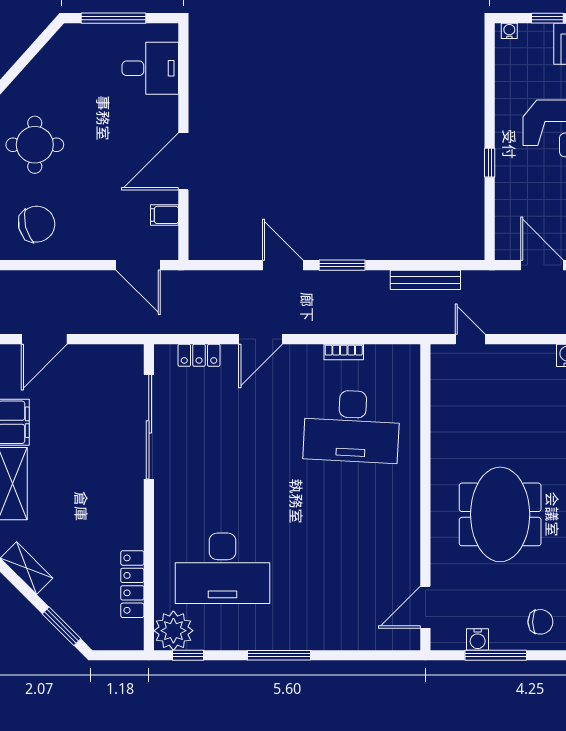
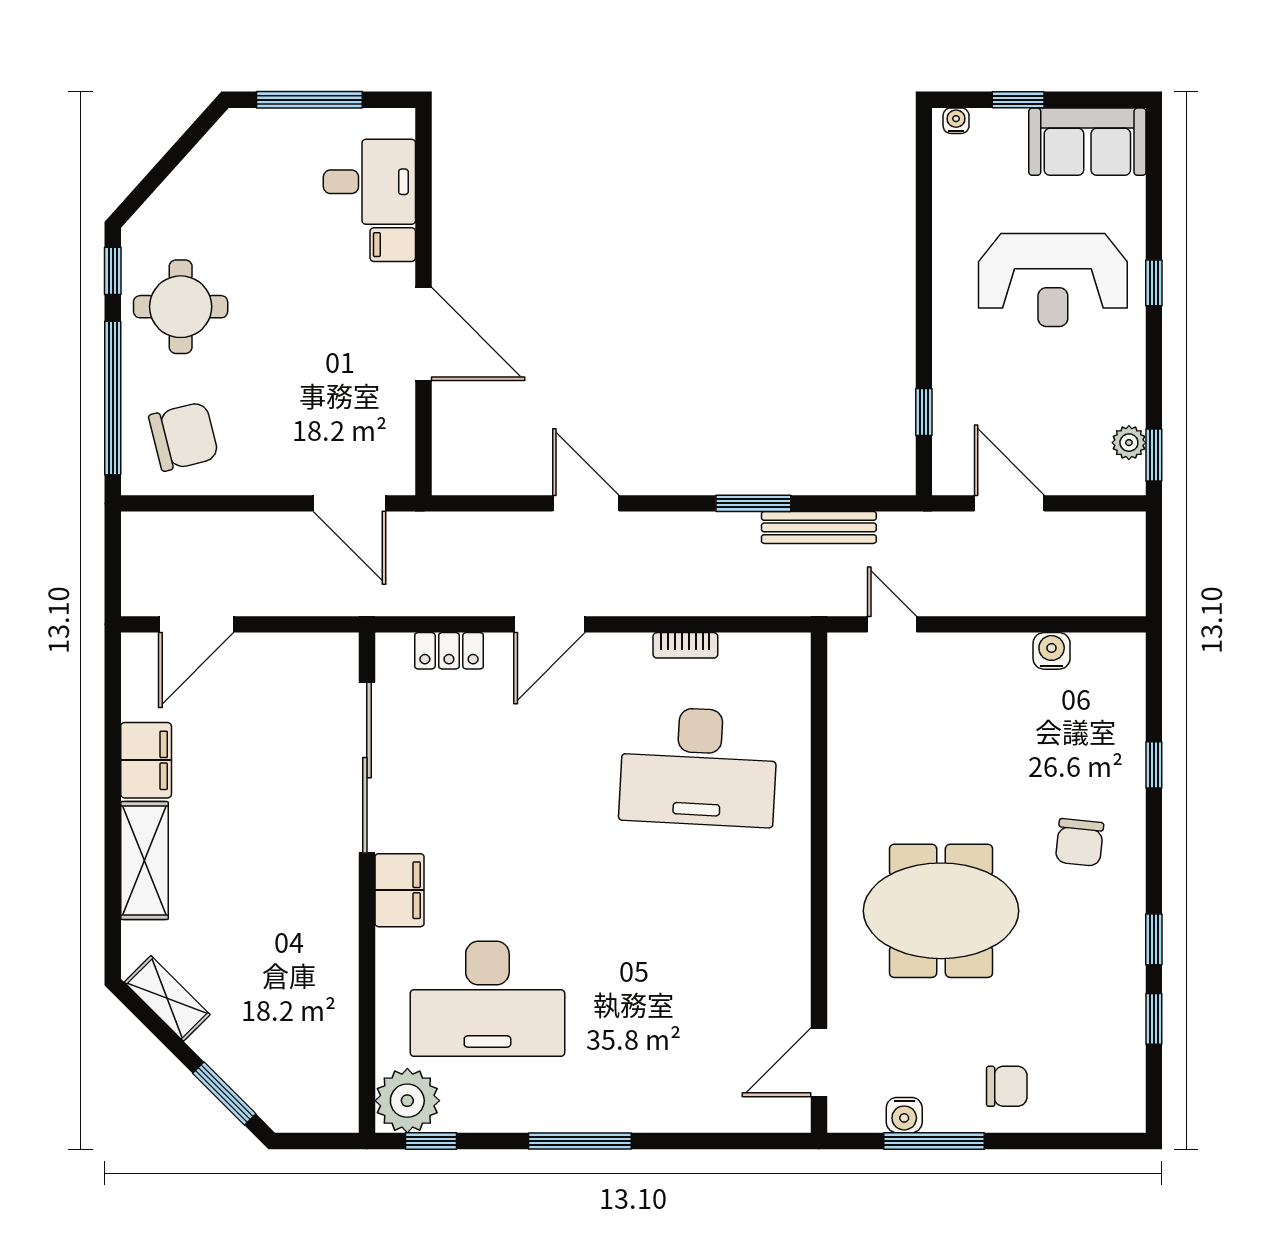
door: (183, 161) -> (423, 334), swing flipped
window: (490, 163) -> (924, 412), moved
filing cabinet: (165, 215) -> (393, 245), moved
window: (342, 265) -> (753, 503), moved
filing cabinet: (169, 502) -> (400, 890), added
meeting table: (500, 514) -> (941, 911), turned 90
locker: (132, 584) -> (340, 1025), removed

